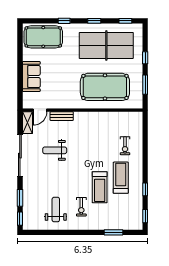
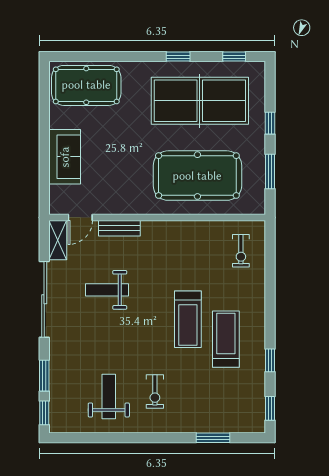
window: (64, 21) -> (124, 57), removed
exercise bike: (125, 146) -> (241, 251), moved
treadmill: (100, 187) -> (188, 319), moved

